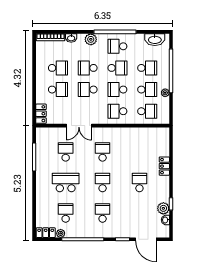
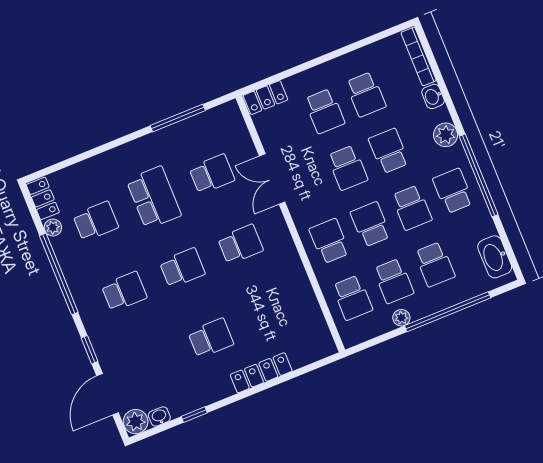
school desk: (88, 90) -> (348, 168), turned 180
locker: (164, 166) -> (261, 373), width x1.53
plant: (163, 208) -> (136, 422), moved

